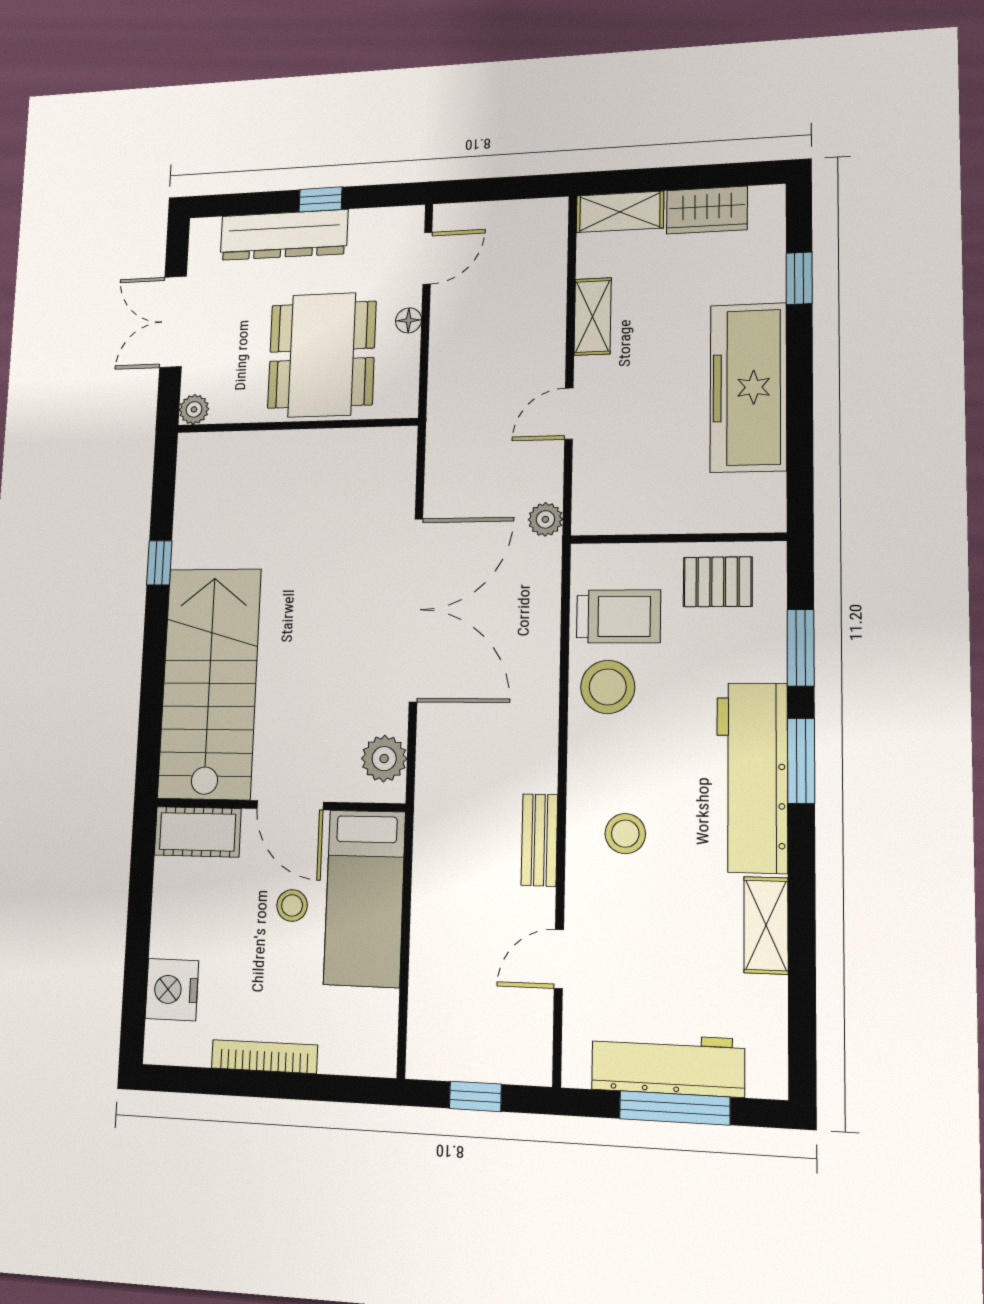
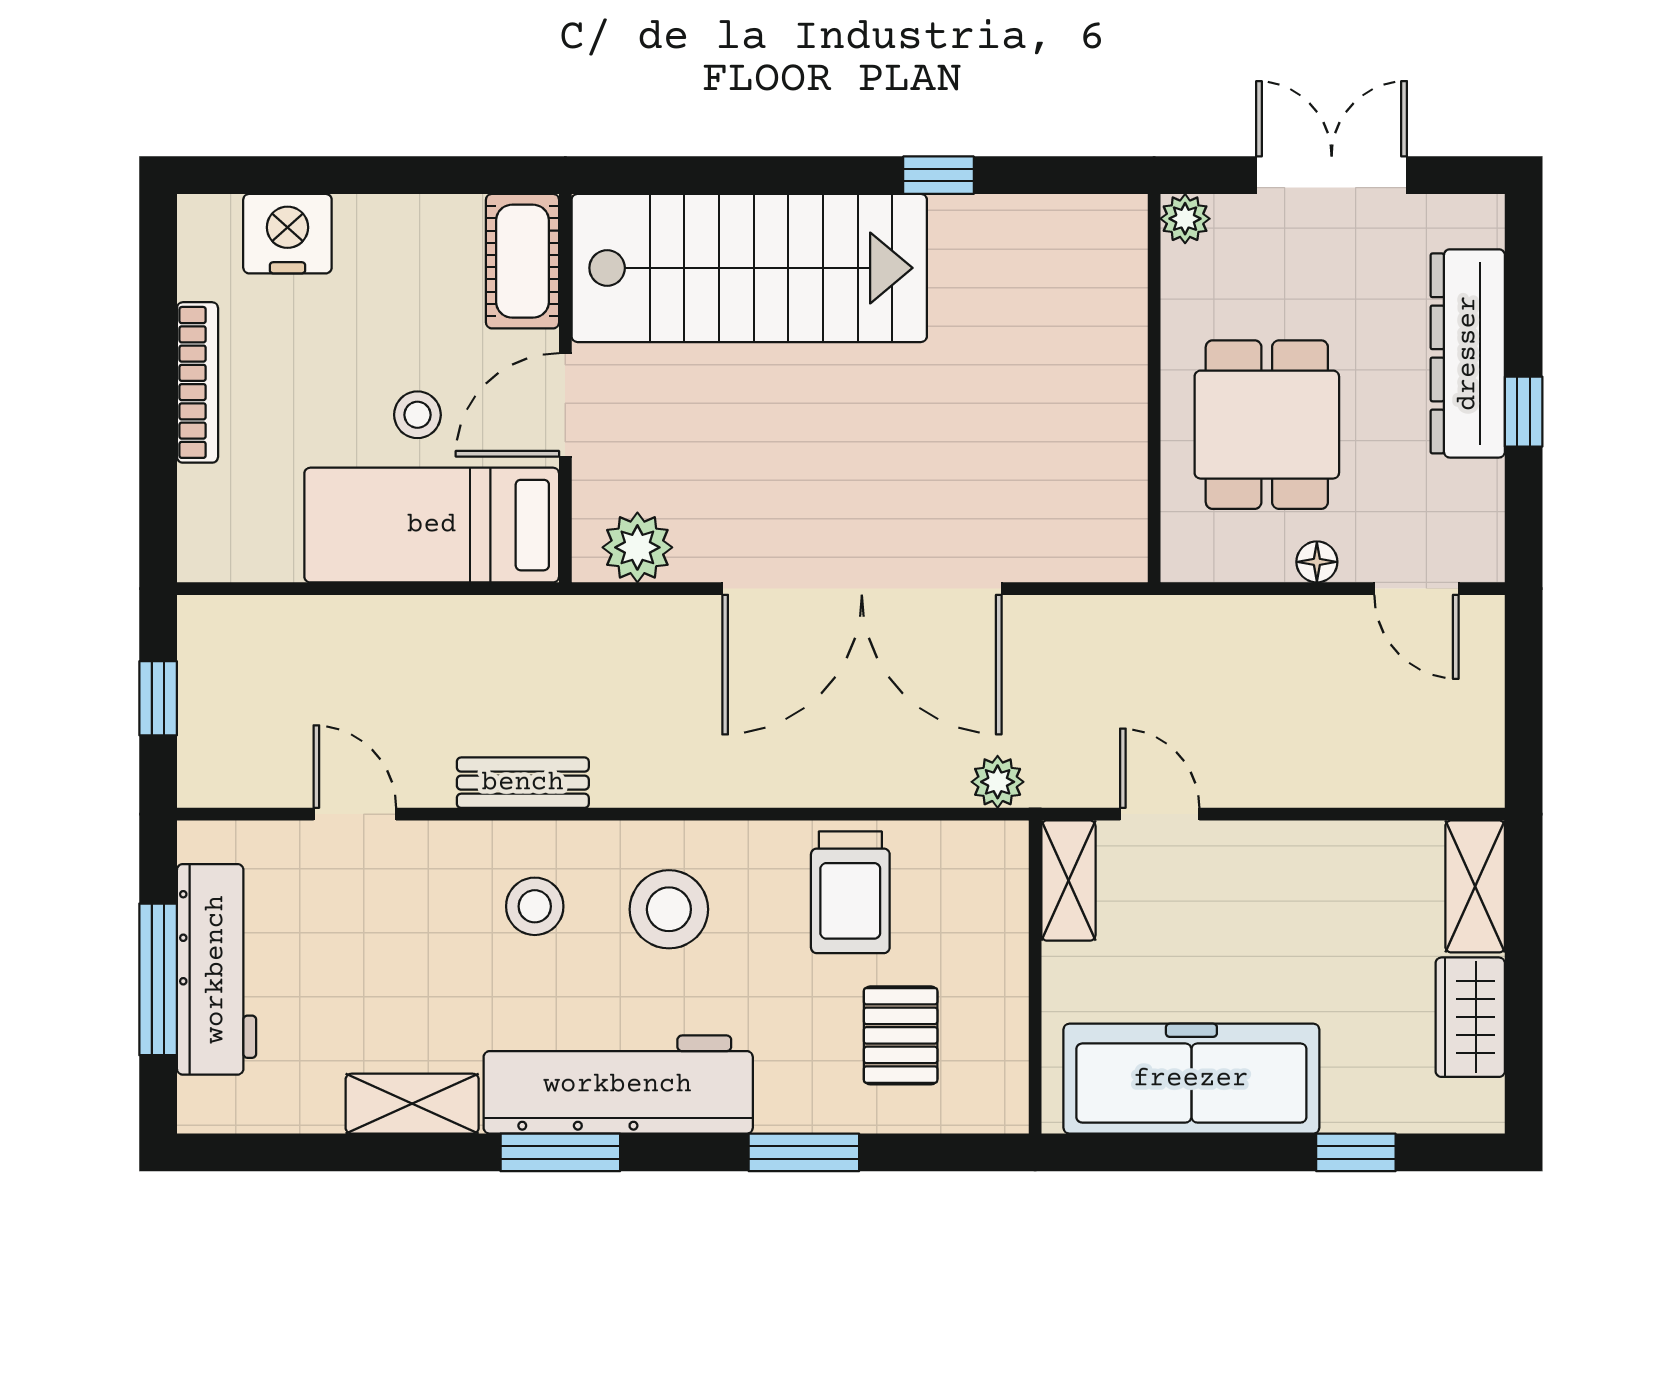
shelving: (593, 316) -> (1068, 881), moved, turned 90
dining table: (322, 355) -> (1267, 425), width x0.73
wall: (677, 538) -> (1035, 977), moved
stool: (608, 687) -> (669, 909), moved
window: (801, 761) -> (560, 1152), moved

